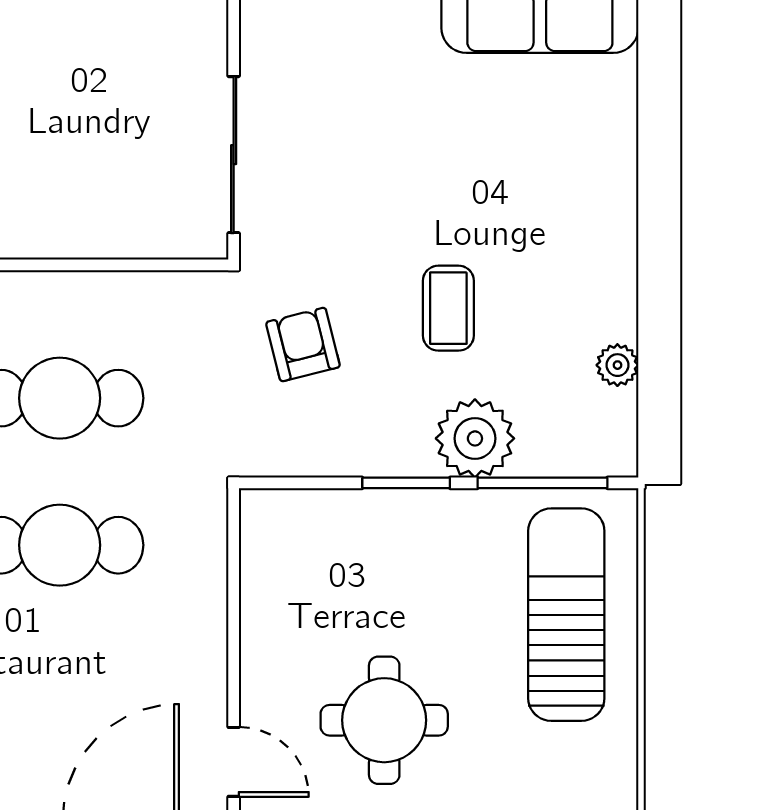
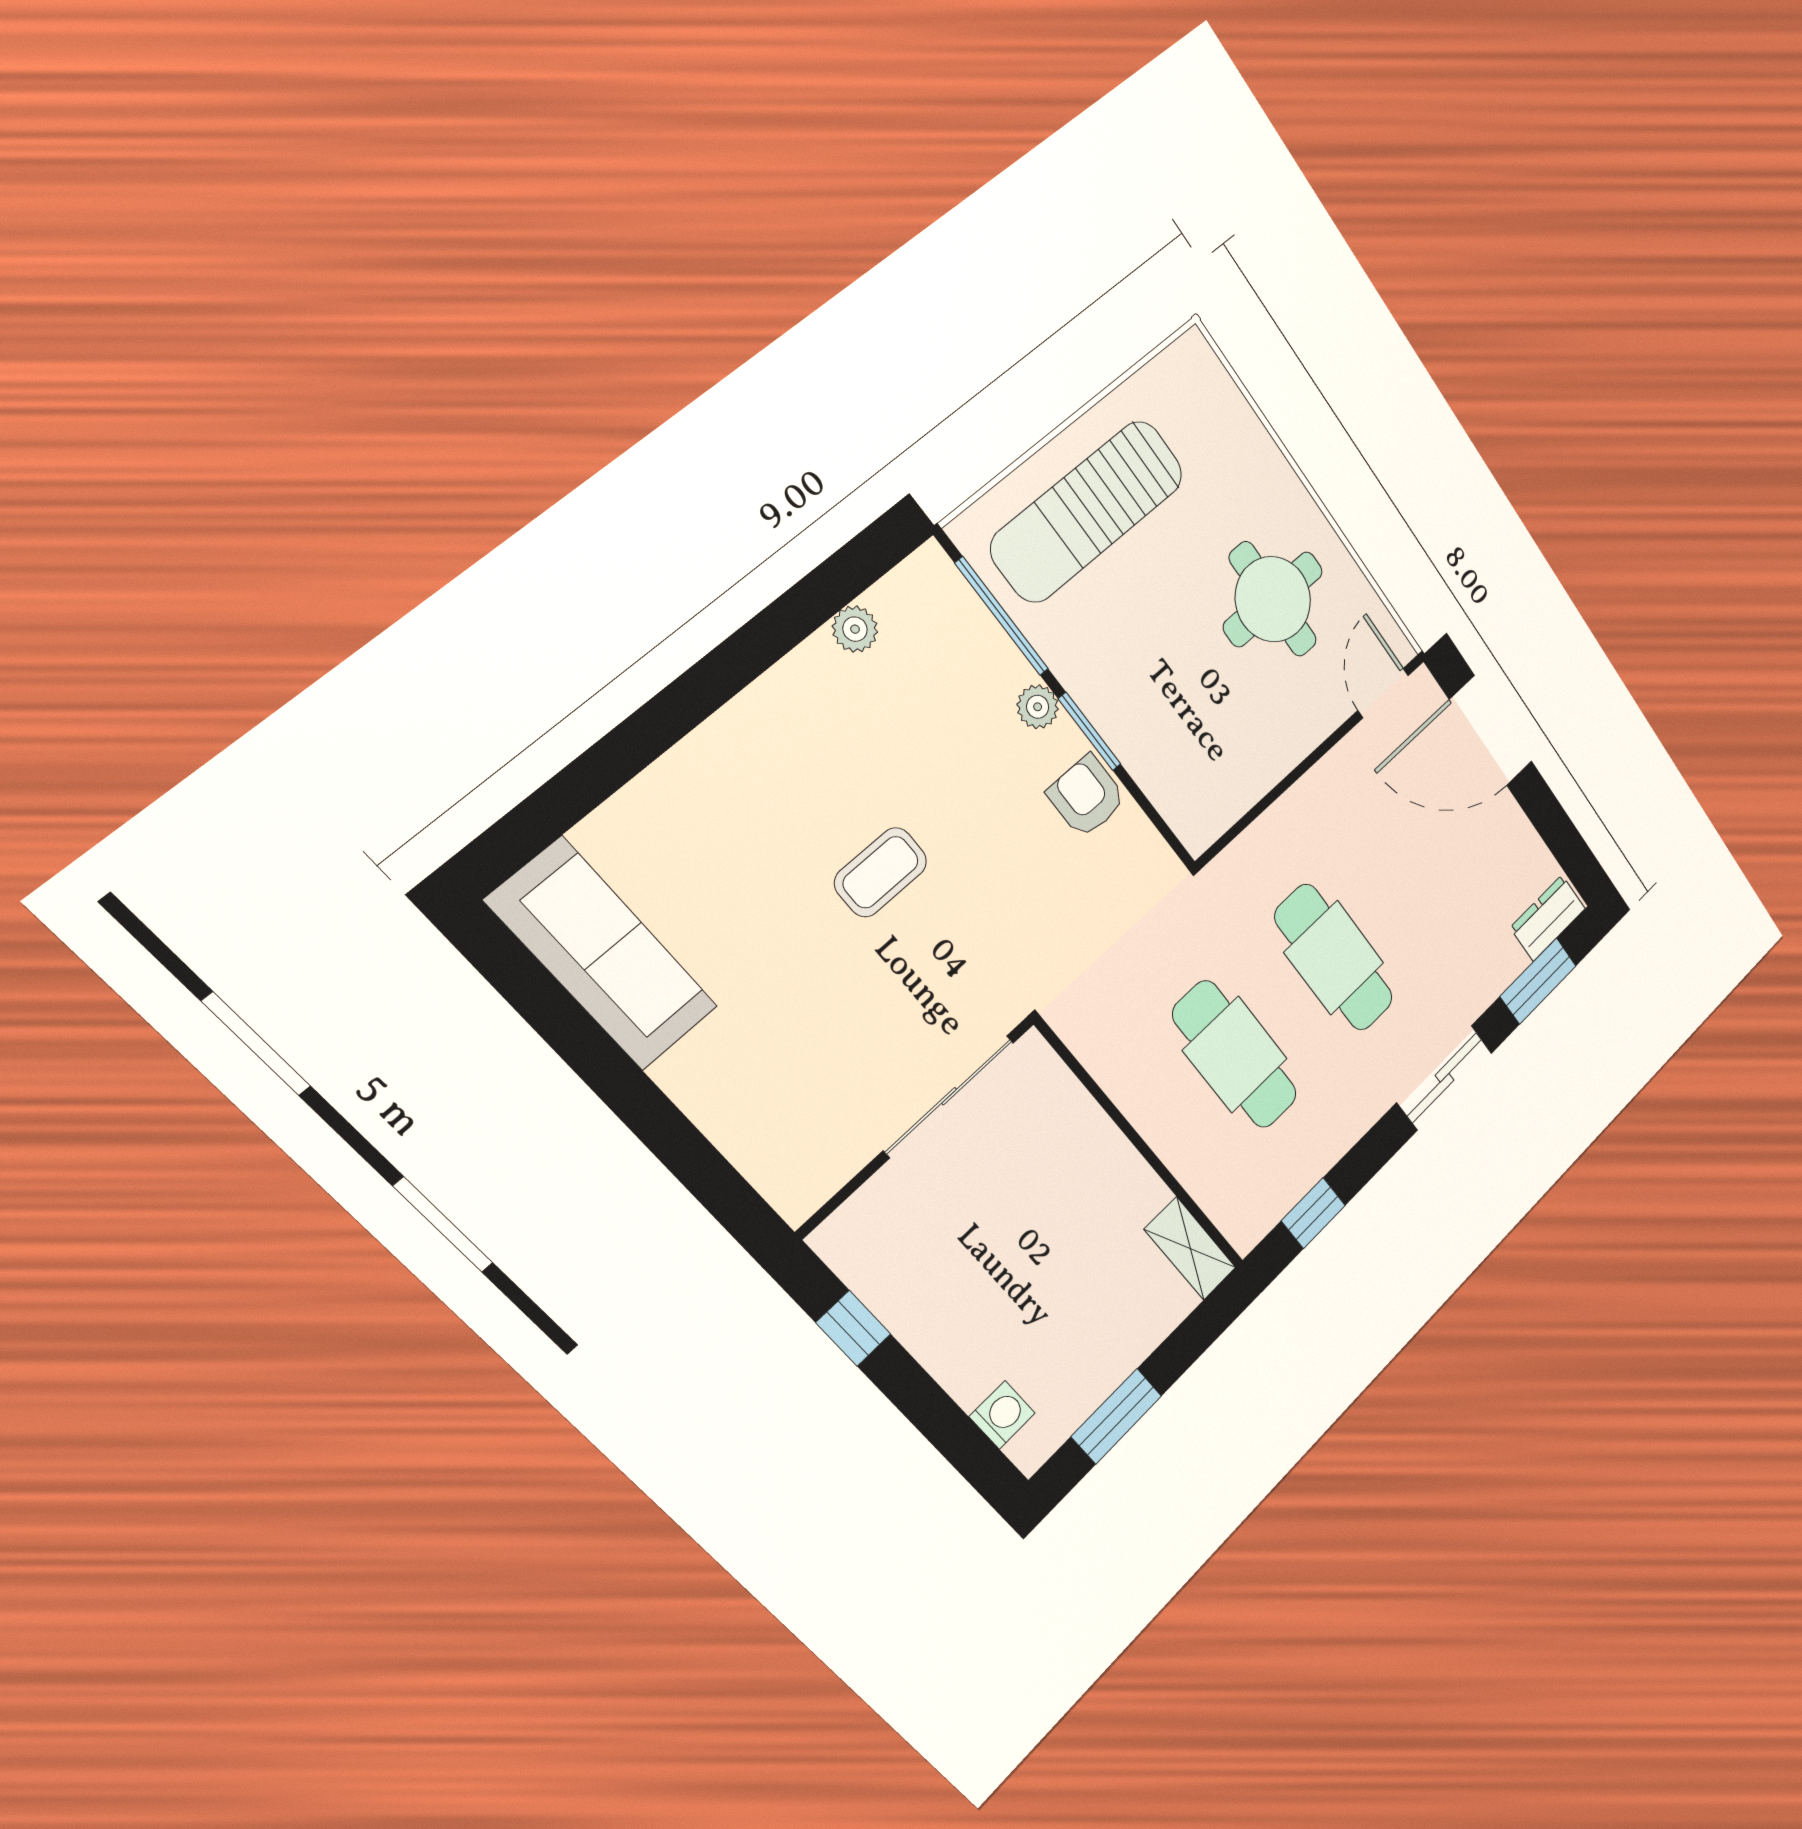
coffee table: (448, 308) -> (881, 872), moved
armchair: (303, 345) -> (1087, 796), moved, turned 104
plant: (475, 438) -> (1038, 707), width x0.53, depth x0.53

